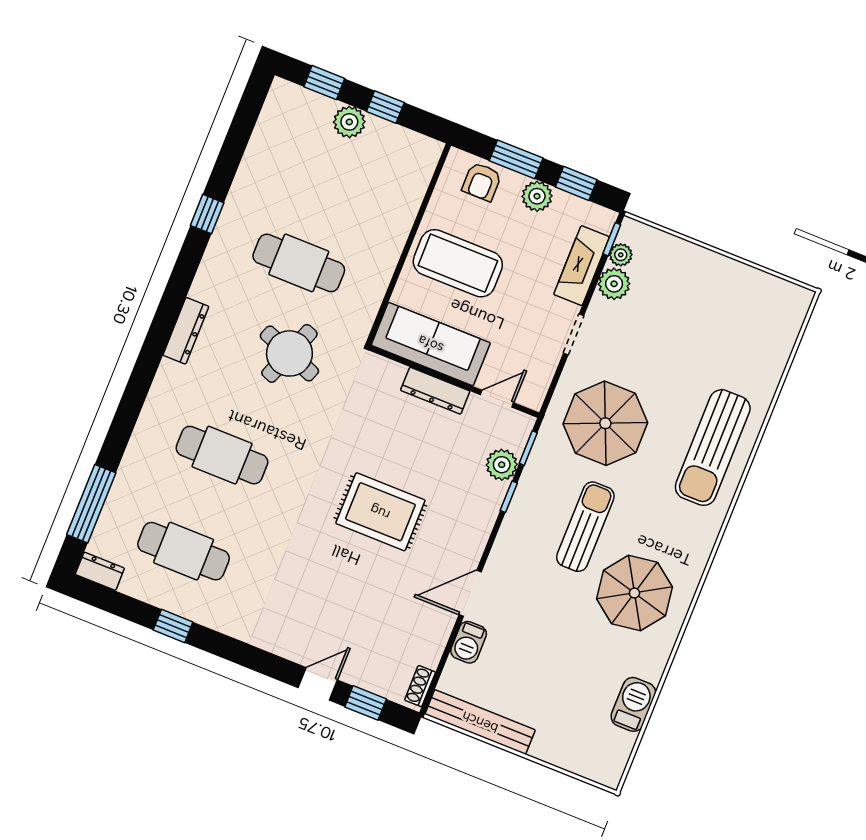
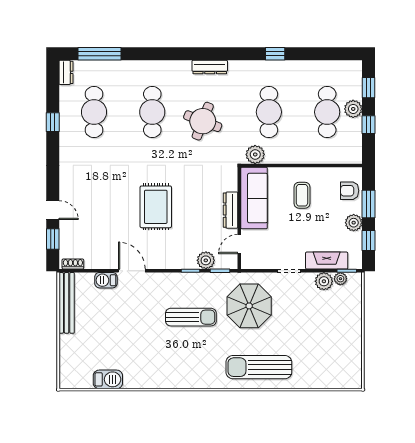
cafe table: (337, 167) -> (327, 112), added
coffee table: (458, 263) -> (302, 195), width x0.54, depth x0.58
plant: (360, 313) -> (255, 154), added
round table: (289, 353) -> (203, 121), moved
door: (497, 399) -> (239, 244), swing flipped
parasol: (634, 593) -> (166, 357), removed

